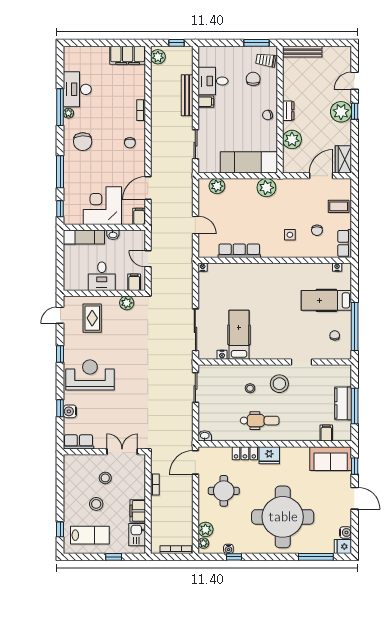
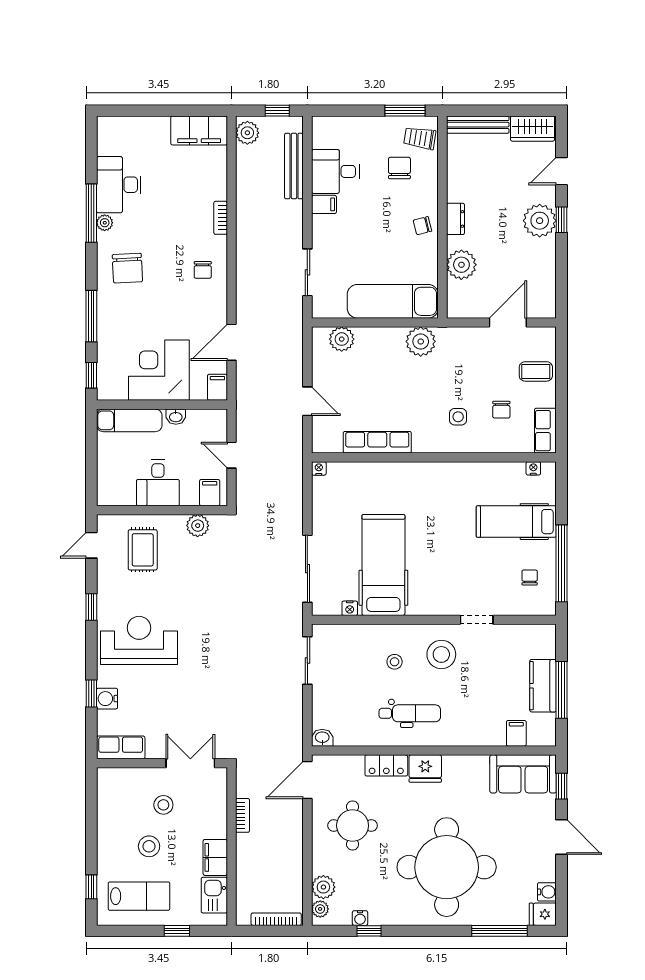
bench: (187, 95) -> (294, 166), moved
wardrobe: (343, 159) -> (533, 129), moved, turned -90
hospital bed: (239, 335) -> (383, 565), width x1.37, depth x1.29

